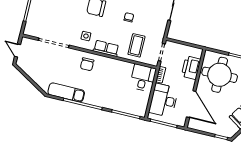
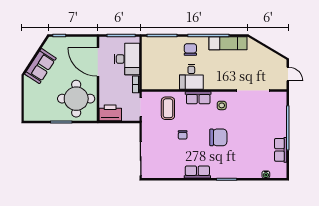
chair: (87, 64) -> (190, 49), moved
printer: (191, 68) -> (110, 113), moved, turned -90
desk: (143, 78) -> (191, 77), moved

